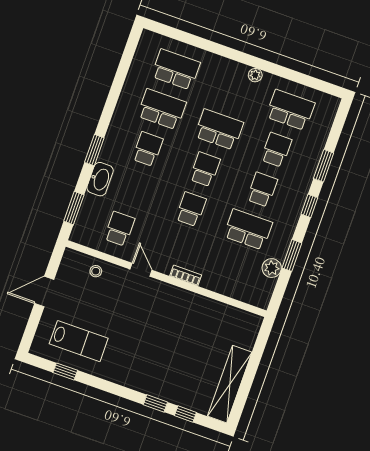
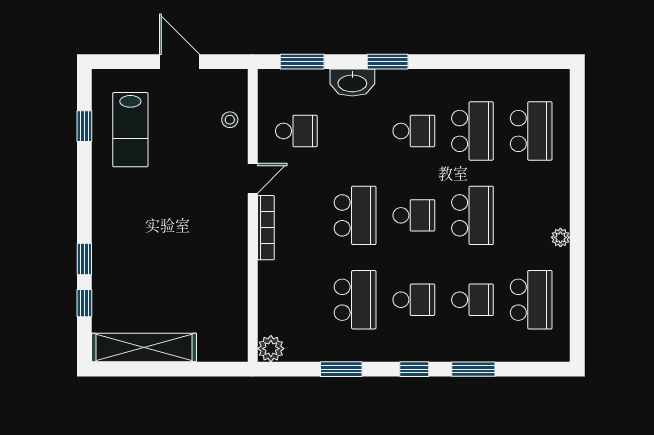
school desk: (191, 209) -> (355, 215), width x1.85
plant: (272, 268) -> (271, 349), moved
bookcase: (186, 275) -> (266, 228), width x1.56

